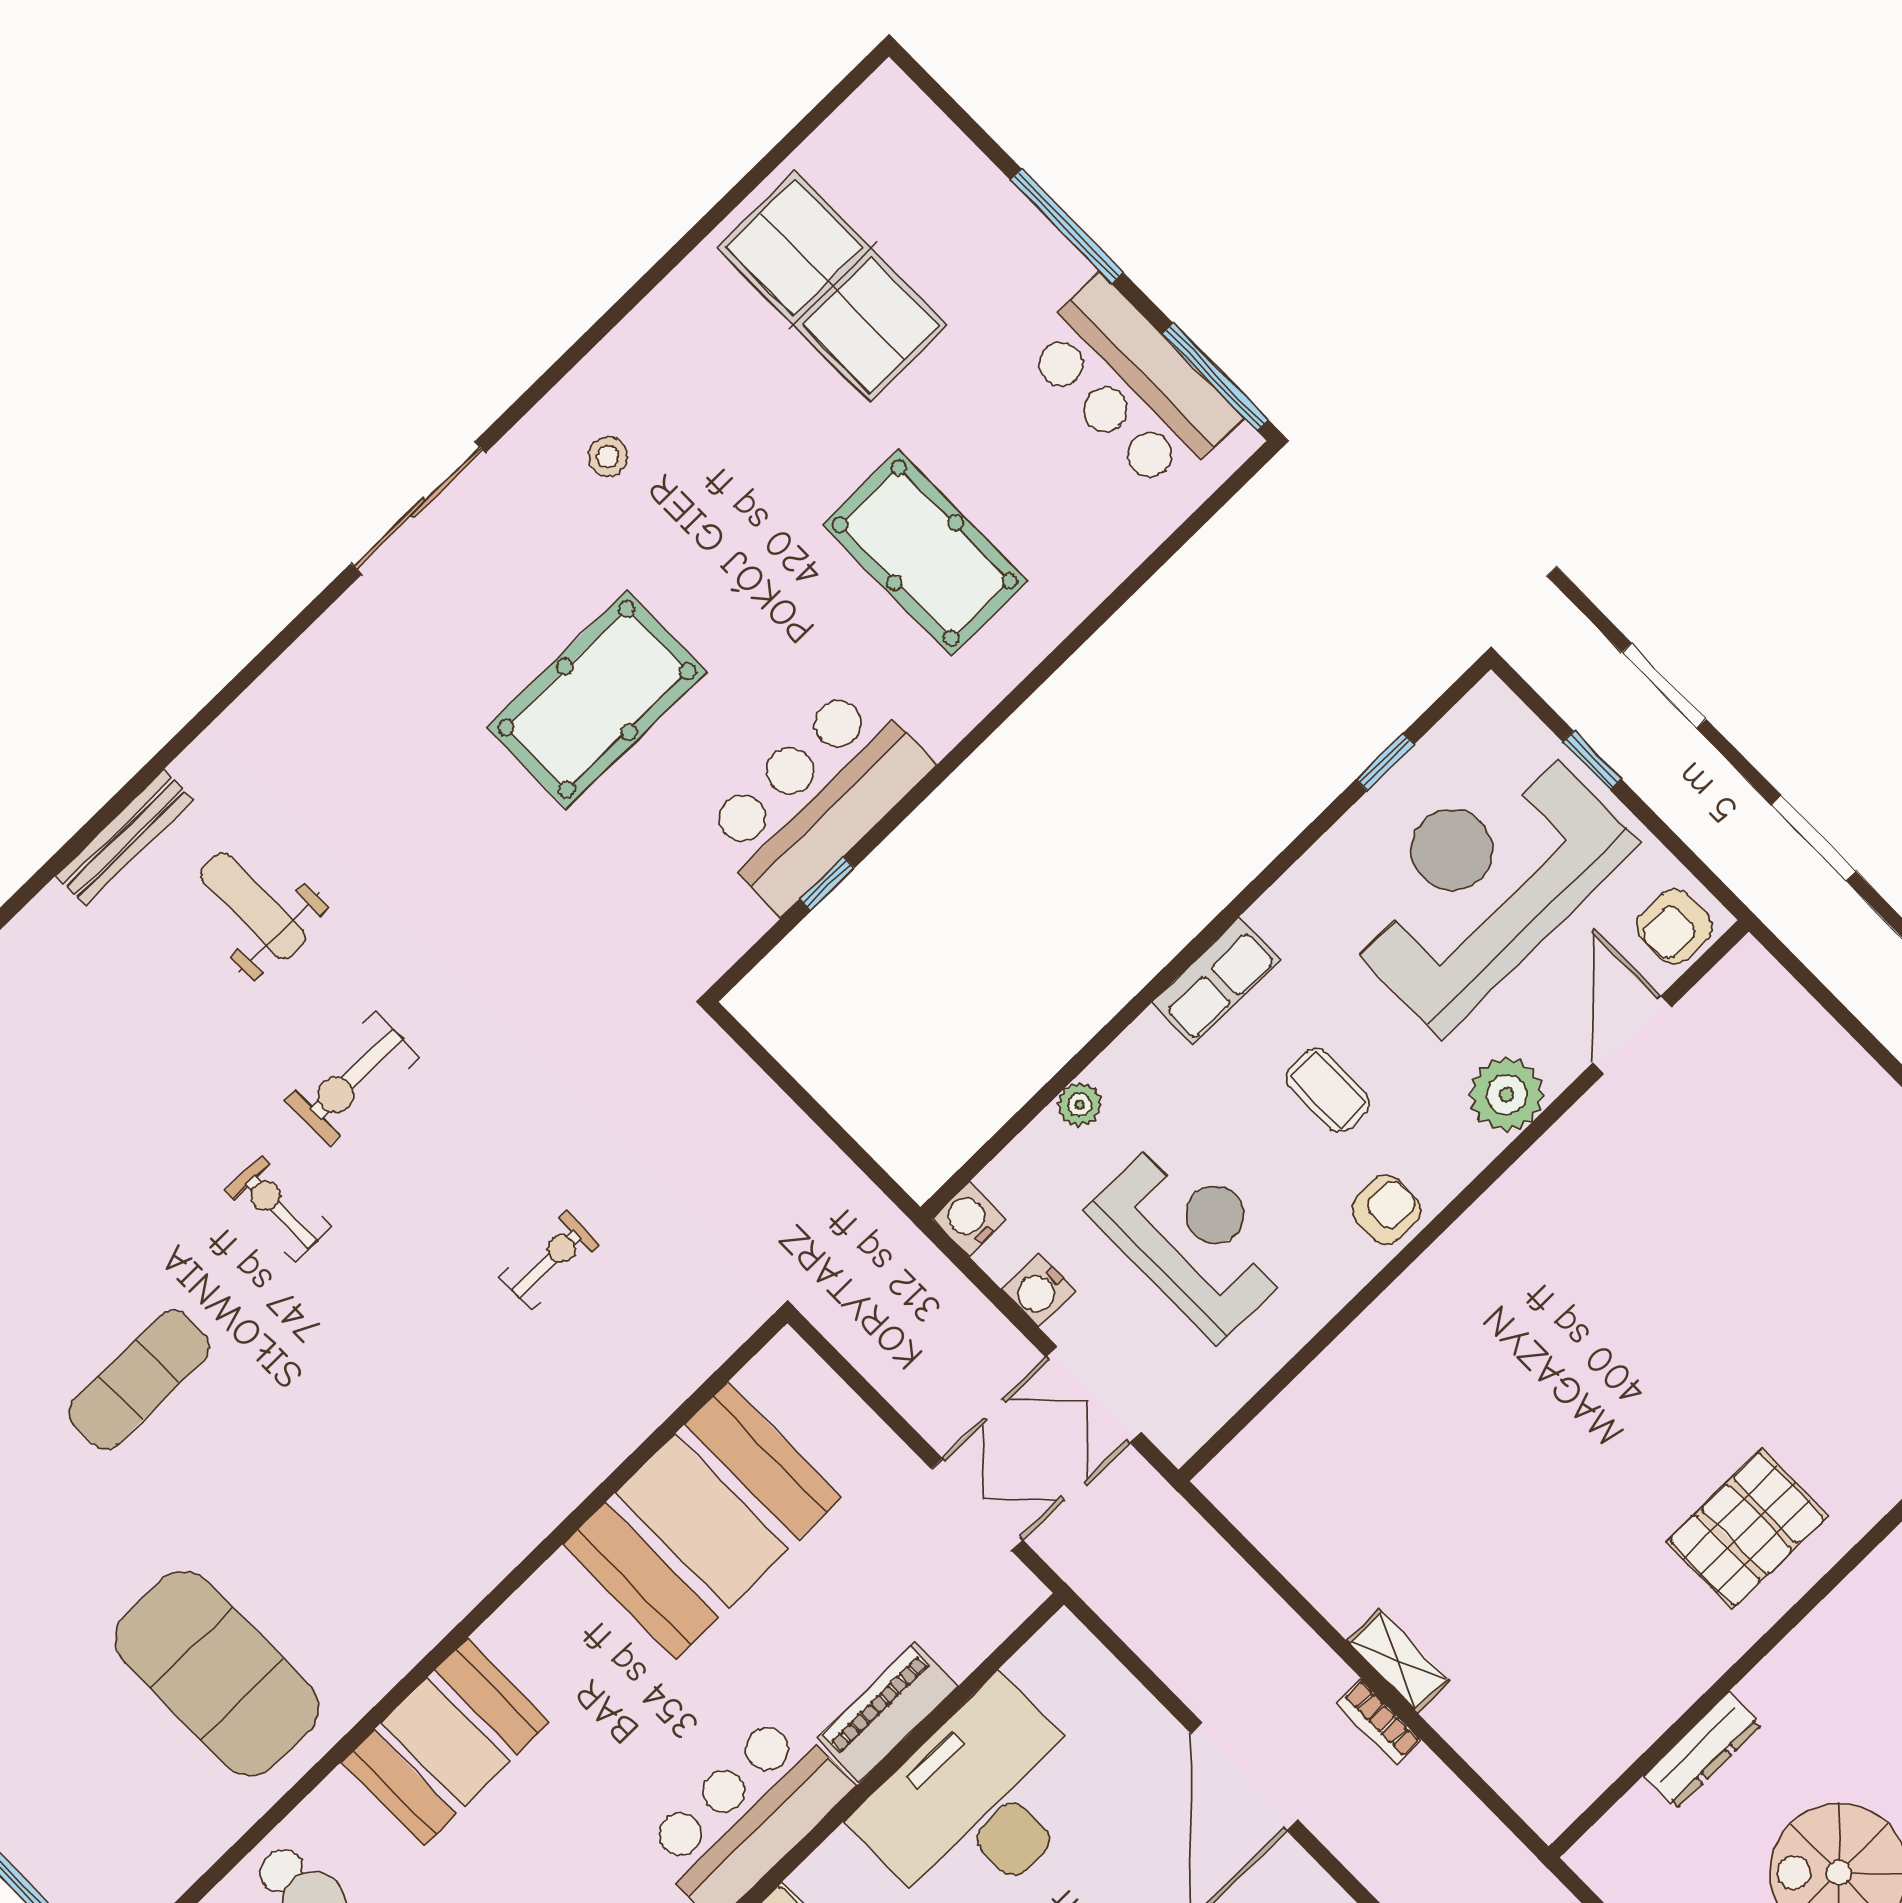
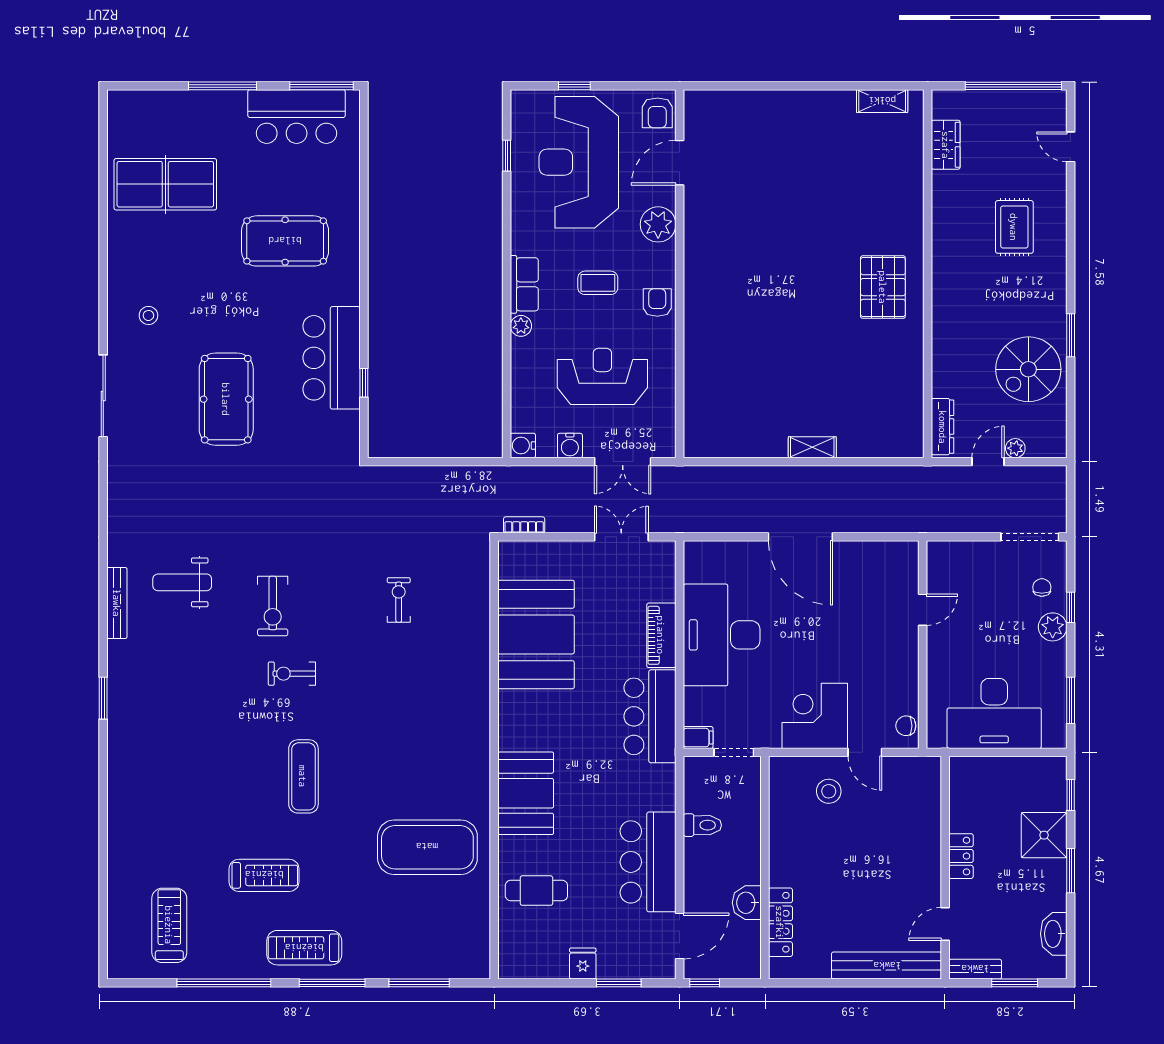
door: (1632, 1035) -> (680, 163), hinge flipped
plant: (1080, 1105) -> (521, 326), moved
bookcase: (1379, 1722) -> (524, 525), moved, turned 180
dresser: (1703, 1750) -> (943, 427), moved

